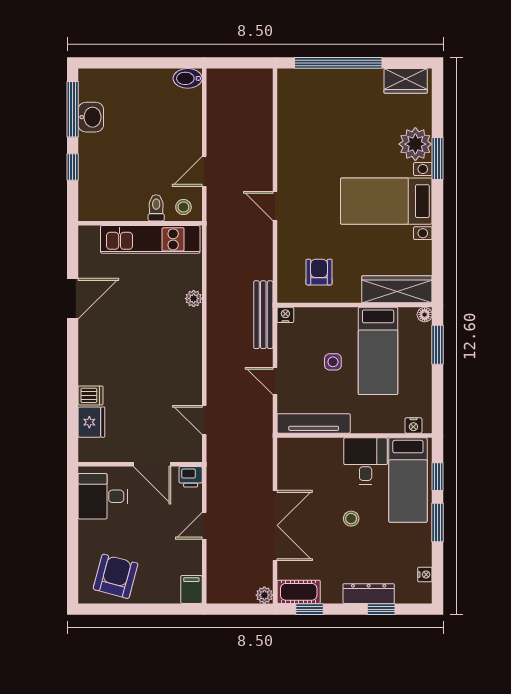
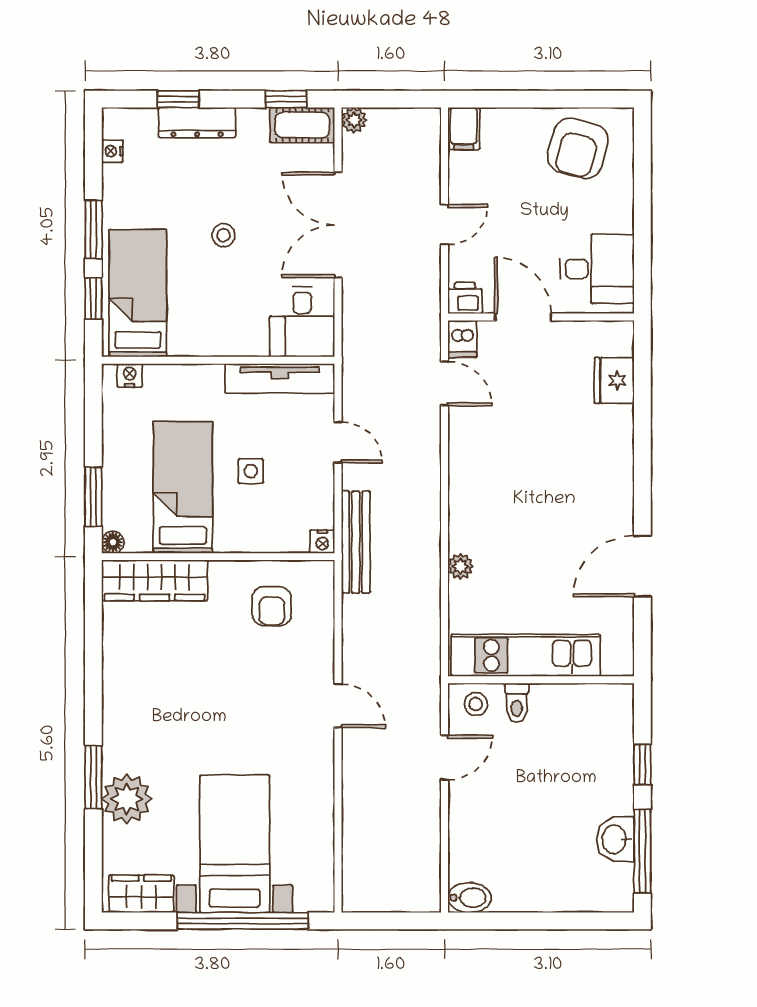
bed with nightstands: (386, 201) -> (235, 844), moved, turned -90
dishwasher: (91, 395) -> (462, 339), moved, turned -90
desk: (366, 461) -> (302, 322), moved

